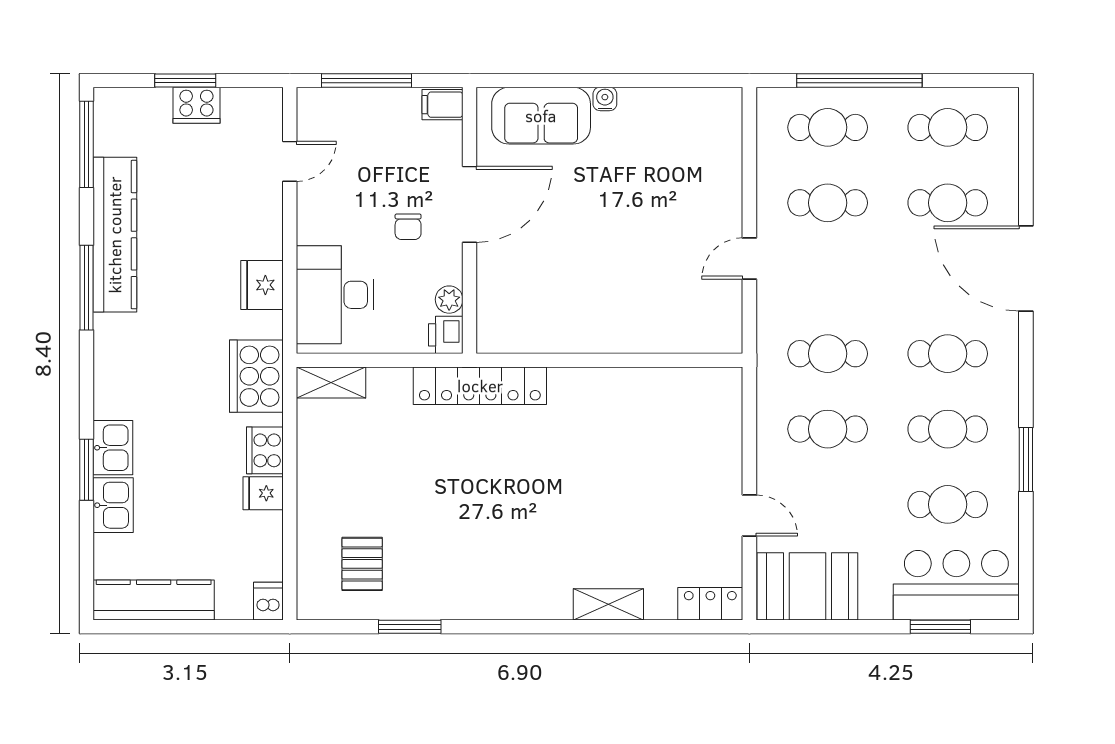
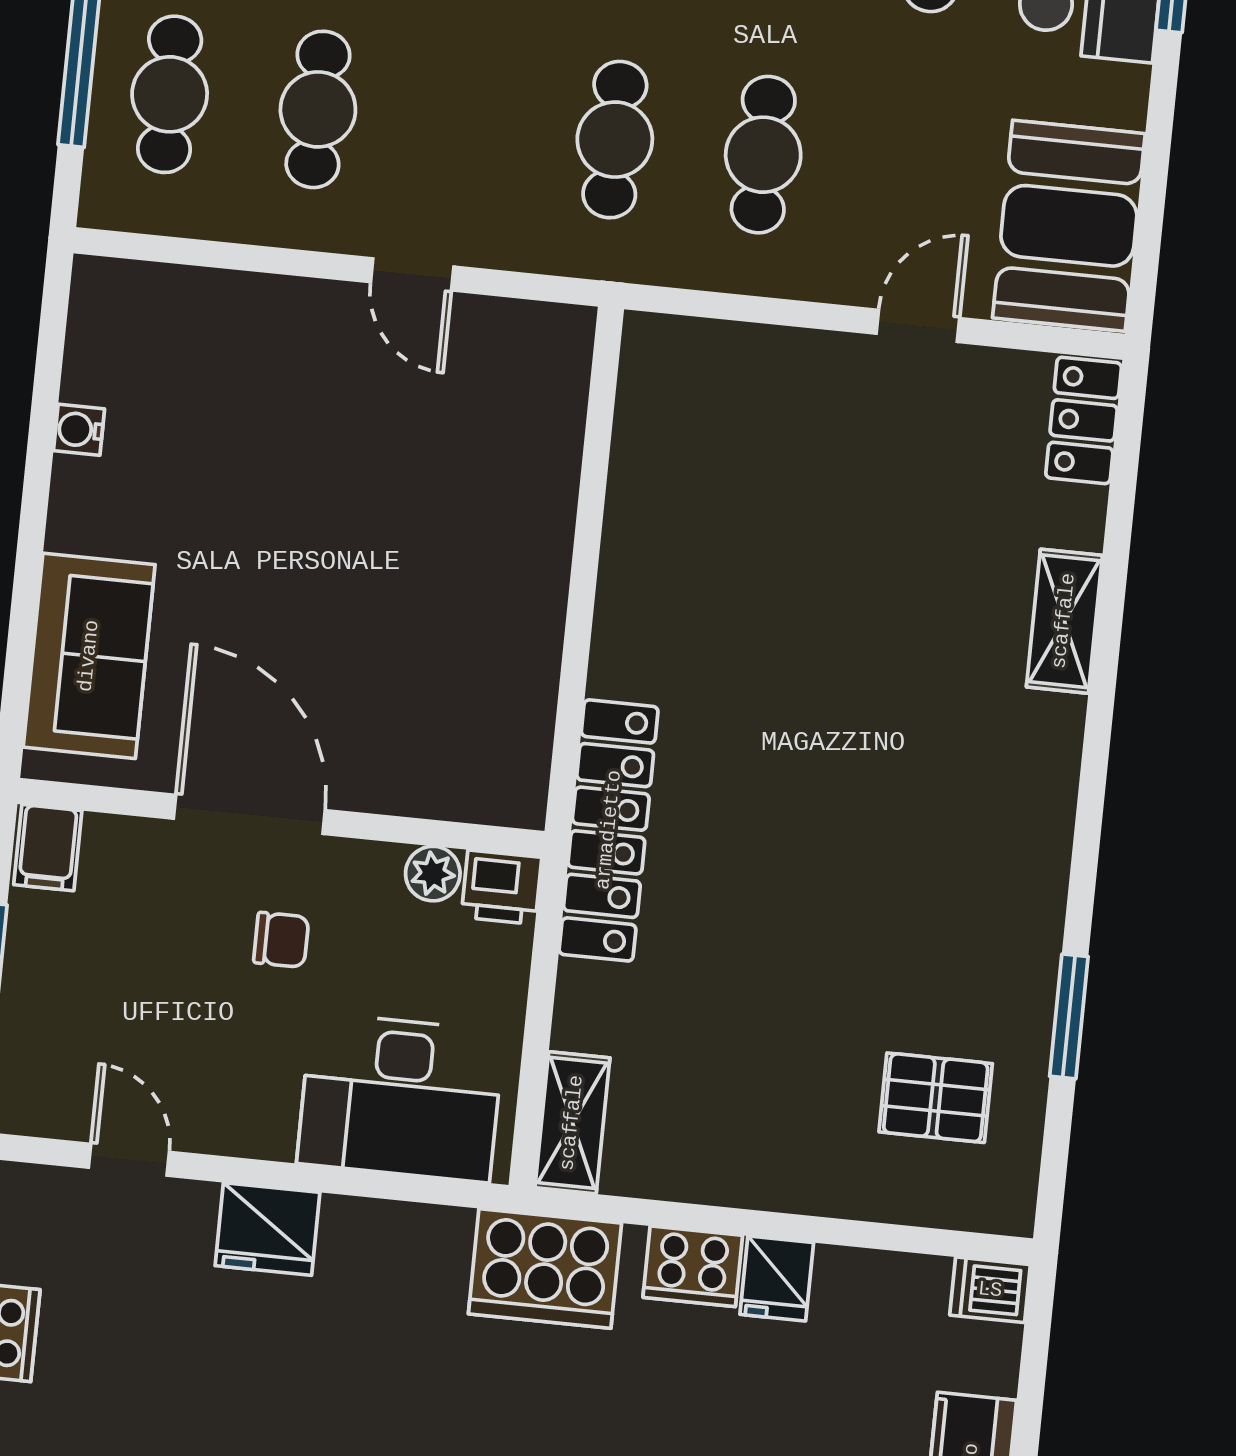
water cooler: (605, 99) -> (79, 430), moved
fridge: (262, 285) -> (267, 1229), moved

